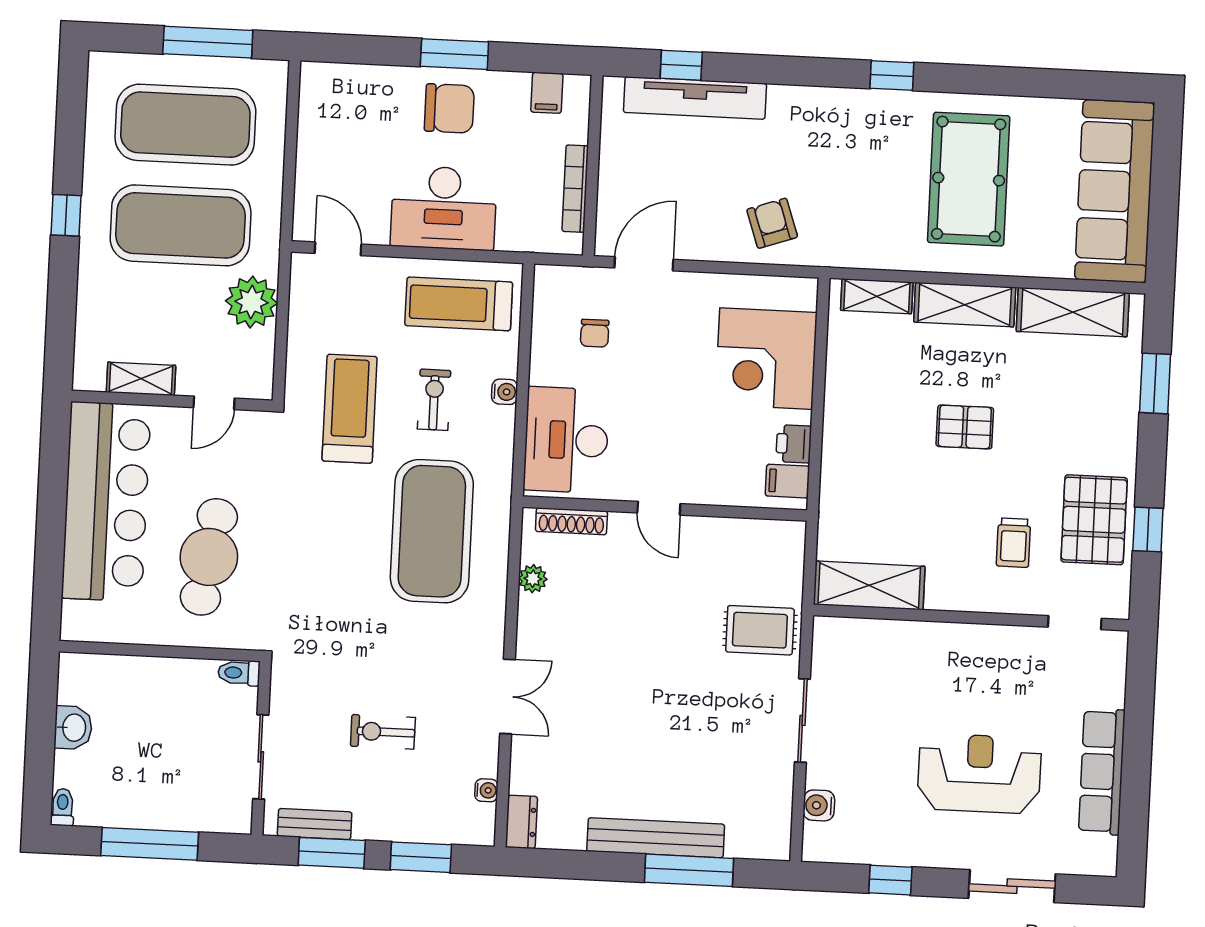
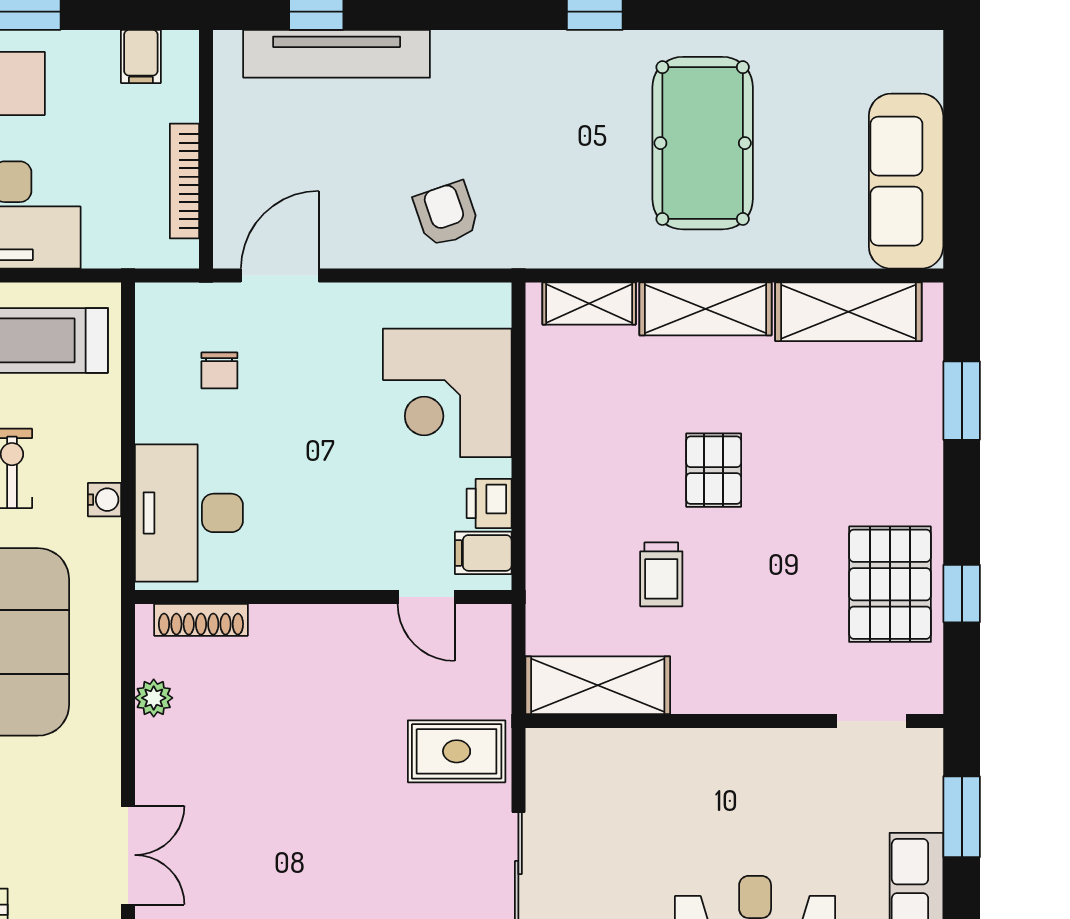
sofa: (1115, 191) -> (906, 181), width x0.74, depth x0.79
water cooler: (505, 392) -> (104, 500), moved
pallet: (965, 427) -> (714, 470), turned 90
door: (659, 508) -> (426, 597), moved
trolley: (1014, 543) -> (661, 574), moved
window: (1140, 698) -> (962, 817), added

